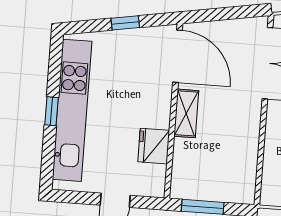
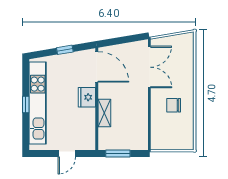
shelving: (186, 113) -> (104, 113), moved
fridge: (154, 146) -> (87, 97), moved

